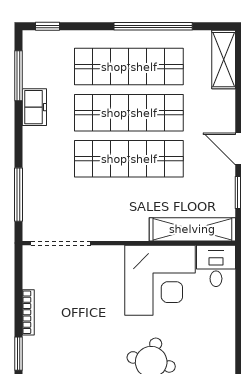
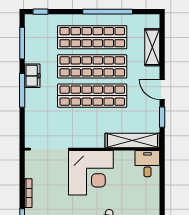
shelving: (224, 60) -> (152, 47), moved
freezer: (34, 107) -> (32, 76), moved
window: (18, 195) -> (22, 90), moved
corner desk: (160, 280) -> (91, 173), moved

